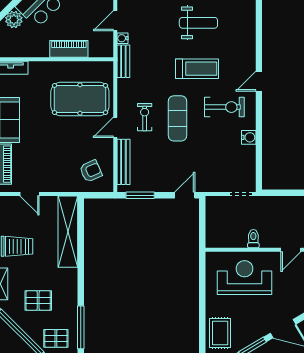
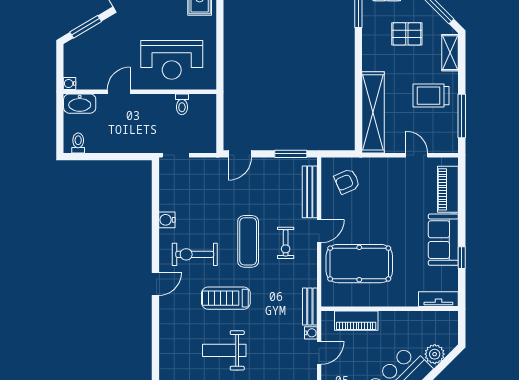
piano: (69, 49) -> (356, 321), moved
toilet: (253, 239) -> (182, 104), moved

